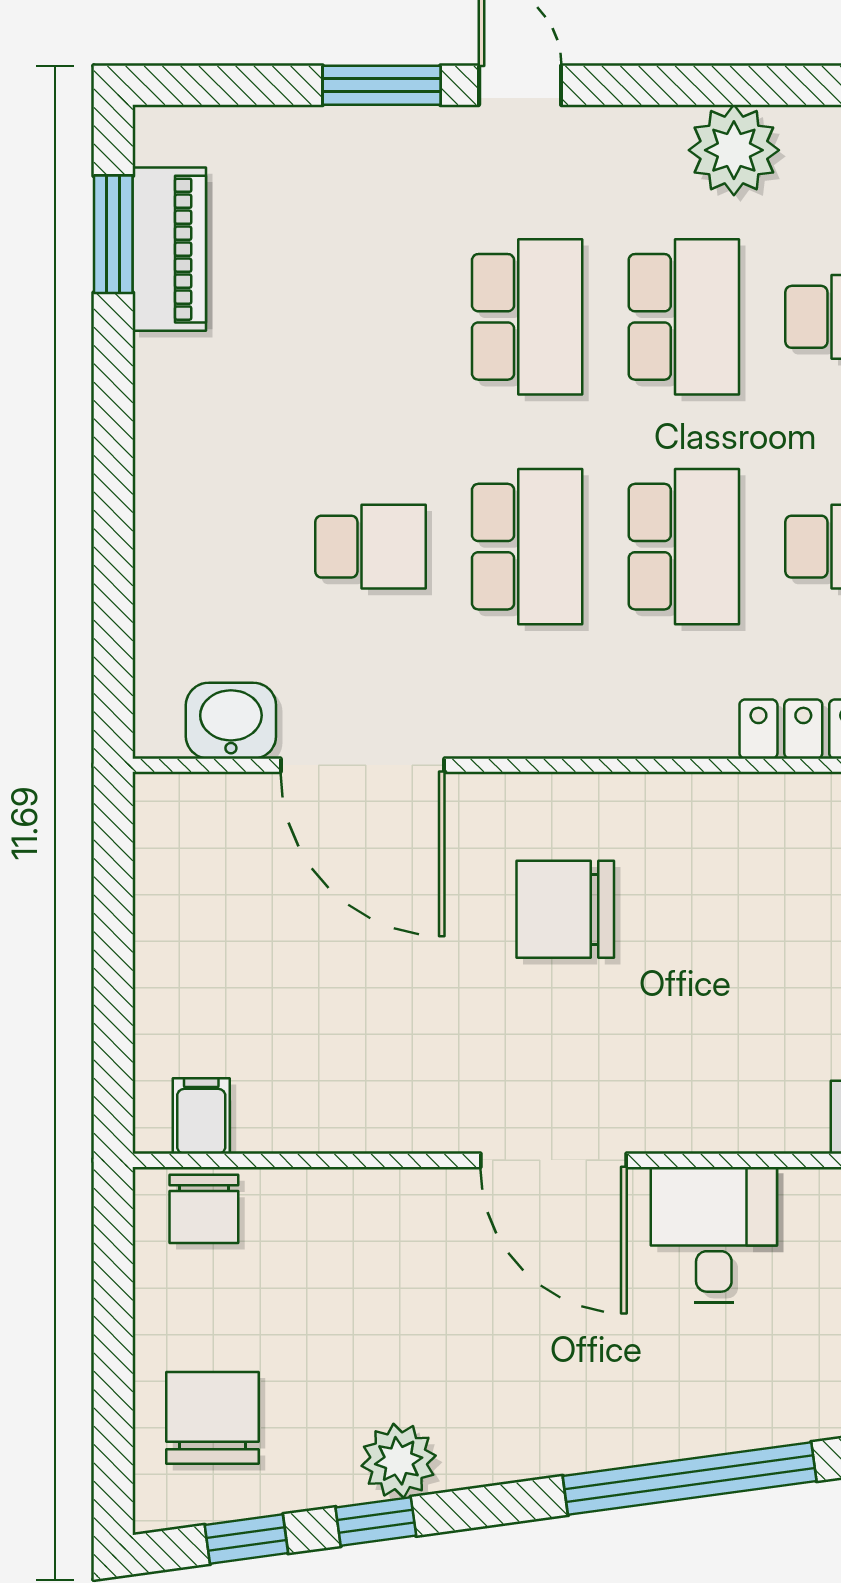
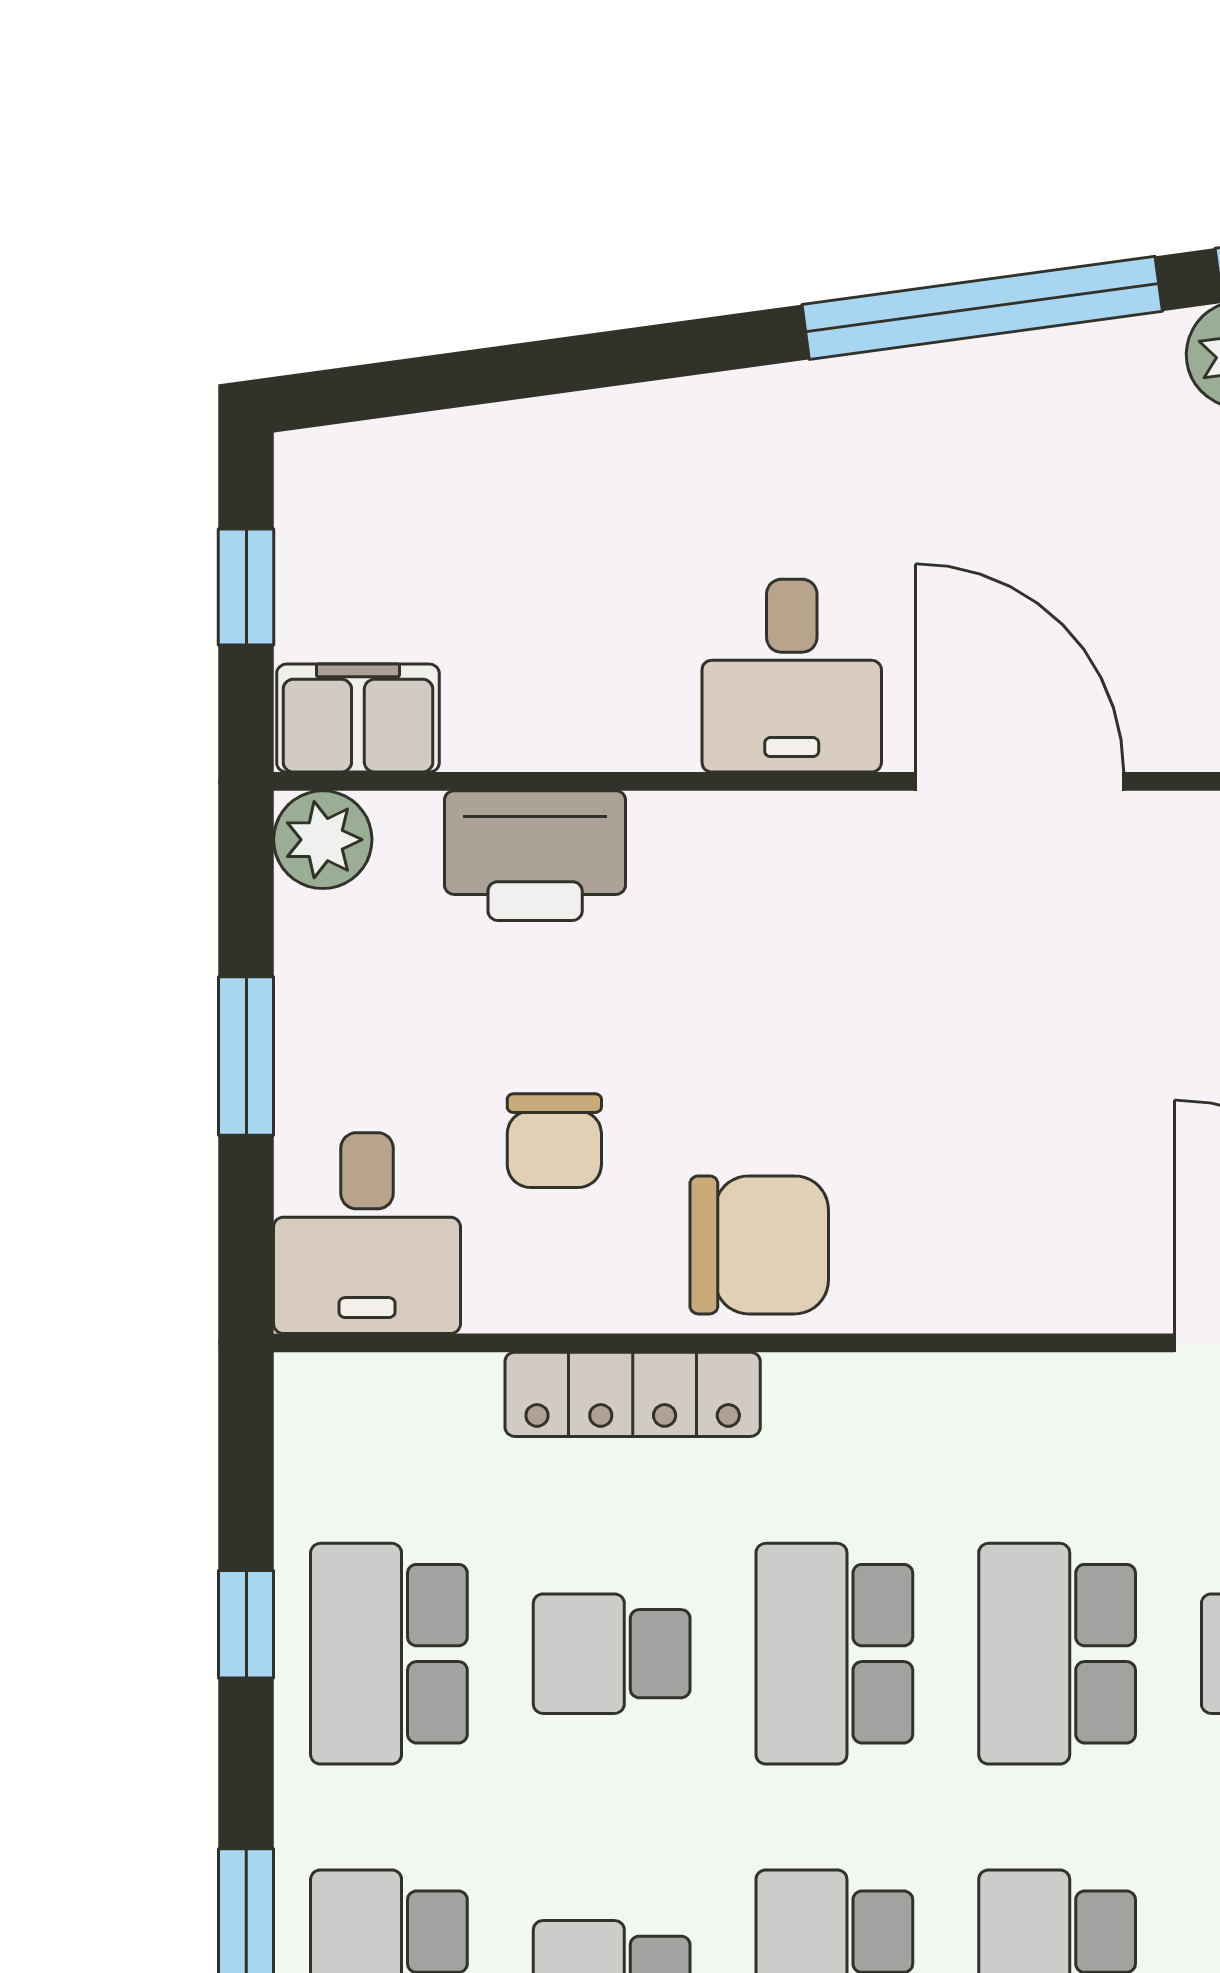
chair: (565, 909) -> (759, 1245), moved
window: (690, 1478) -> (982, 308), moved

